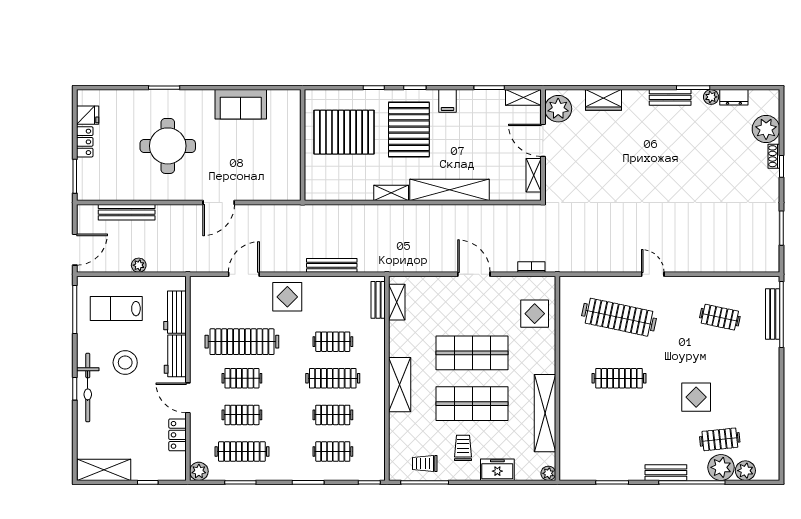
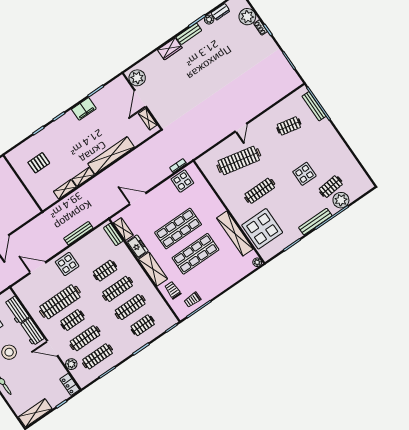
shelving: (523, 97) -> (65, 189), moved
wardrobe: (604, 100) -> (170, 49), moved
filing cabinet: (448, 101) -> (84, 109), width x2.00
pallet: (409, 130) -> (70, 139), removed
pallet: (344, 132) -> (39, 163), width x0.49, depth x0.50
door: (543, 140) -> (140, 99), hinge flipped
door: (244, 274) -> (38, 268), hinge flipped
door: (474, 274) -> (138, 199), moved
door: (653, 274) -> (241, 128), swing flipped
display table: (535, 314) -> (182, 181), moved
clothes rail: (242, 415) -> (85, 338), width x1.36
clothes rail: (333, 415) -> (130, 307), width x1.36
display table: (587, 432) -> (262, 229), added
locker: (177, 435) -> (70, 384), moved
trolley: (463, 448) -> (173, 290), moved
freezer: (497, 470) -> (137, 247), moved, turned 90
plant: (199, 471) -> (71, 364), moved
plant: (745, 471) -> (354, 193), removed
bench: (666, 473) -> (315, 222), width x1.36

